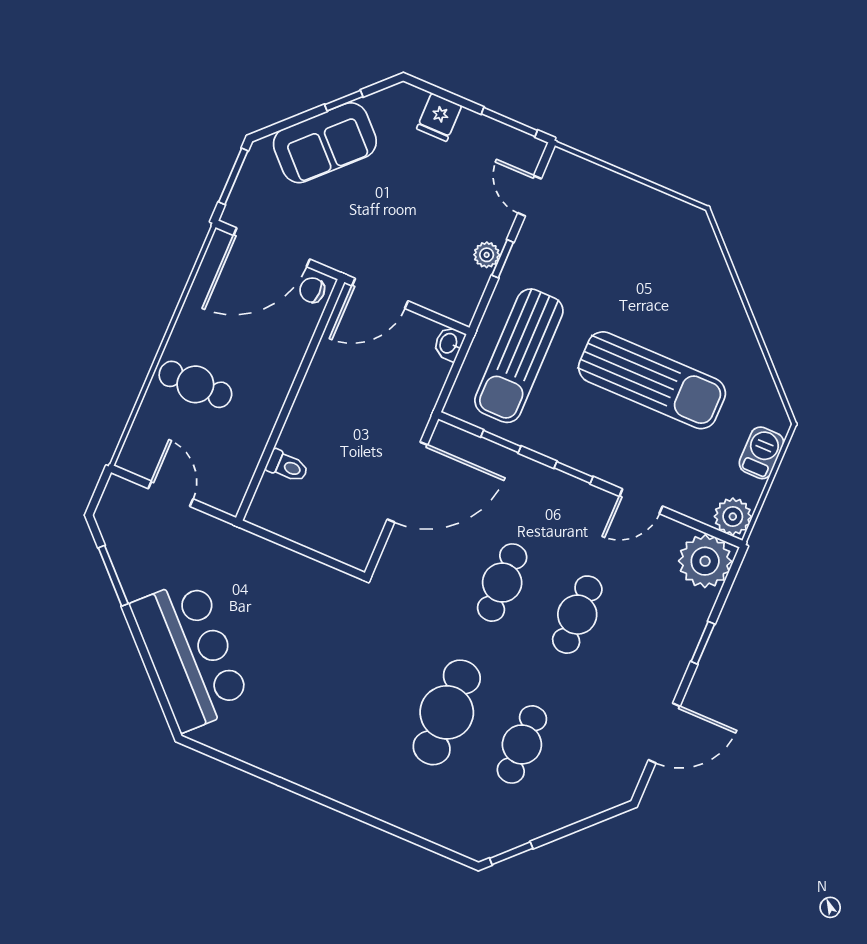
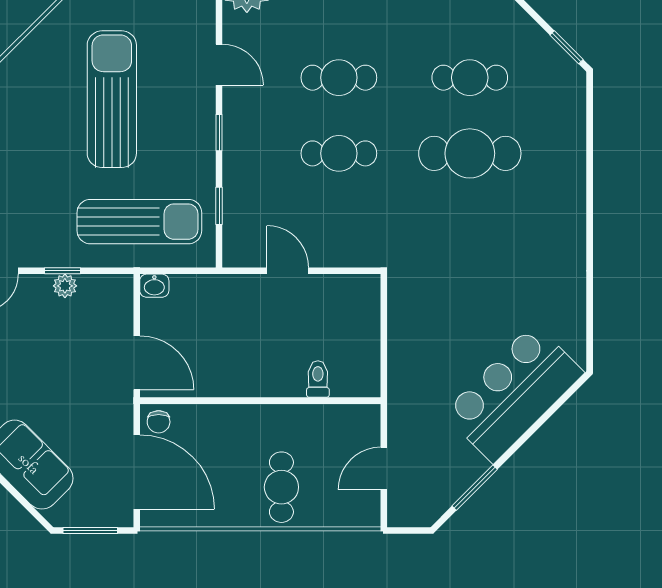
door: (407, 482) -> (288, 271), width x0.53

